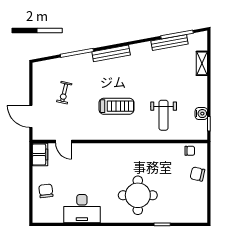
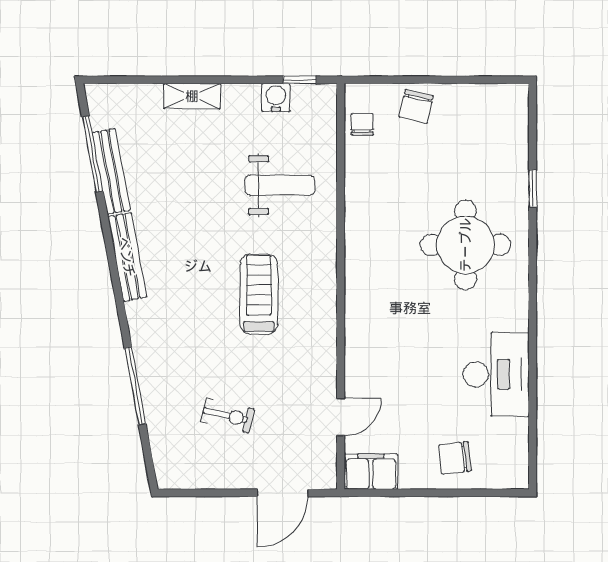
bench: (111, 53) -> (127, 257), moved
shelving: (202, 63) -> (192, 96), moved

